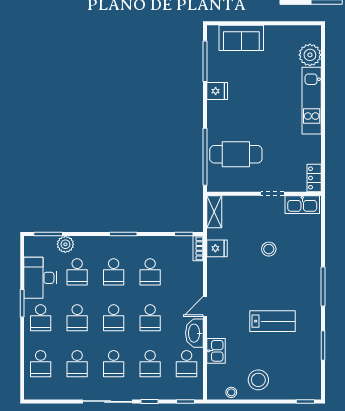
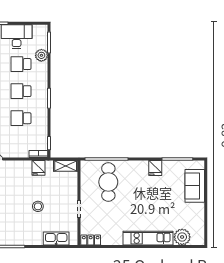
kitchen sink: (302, 205) -> (56, 239), moved, turned 90

